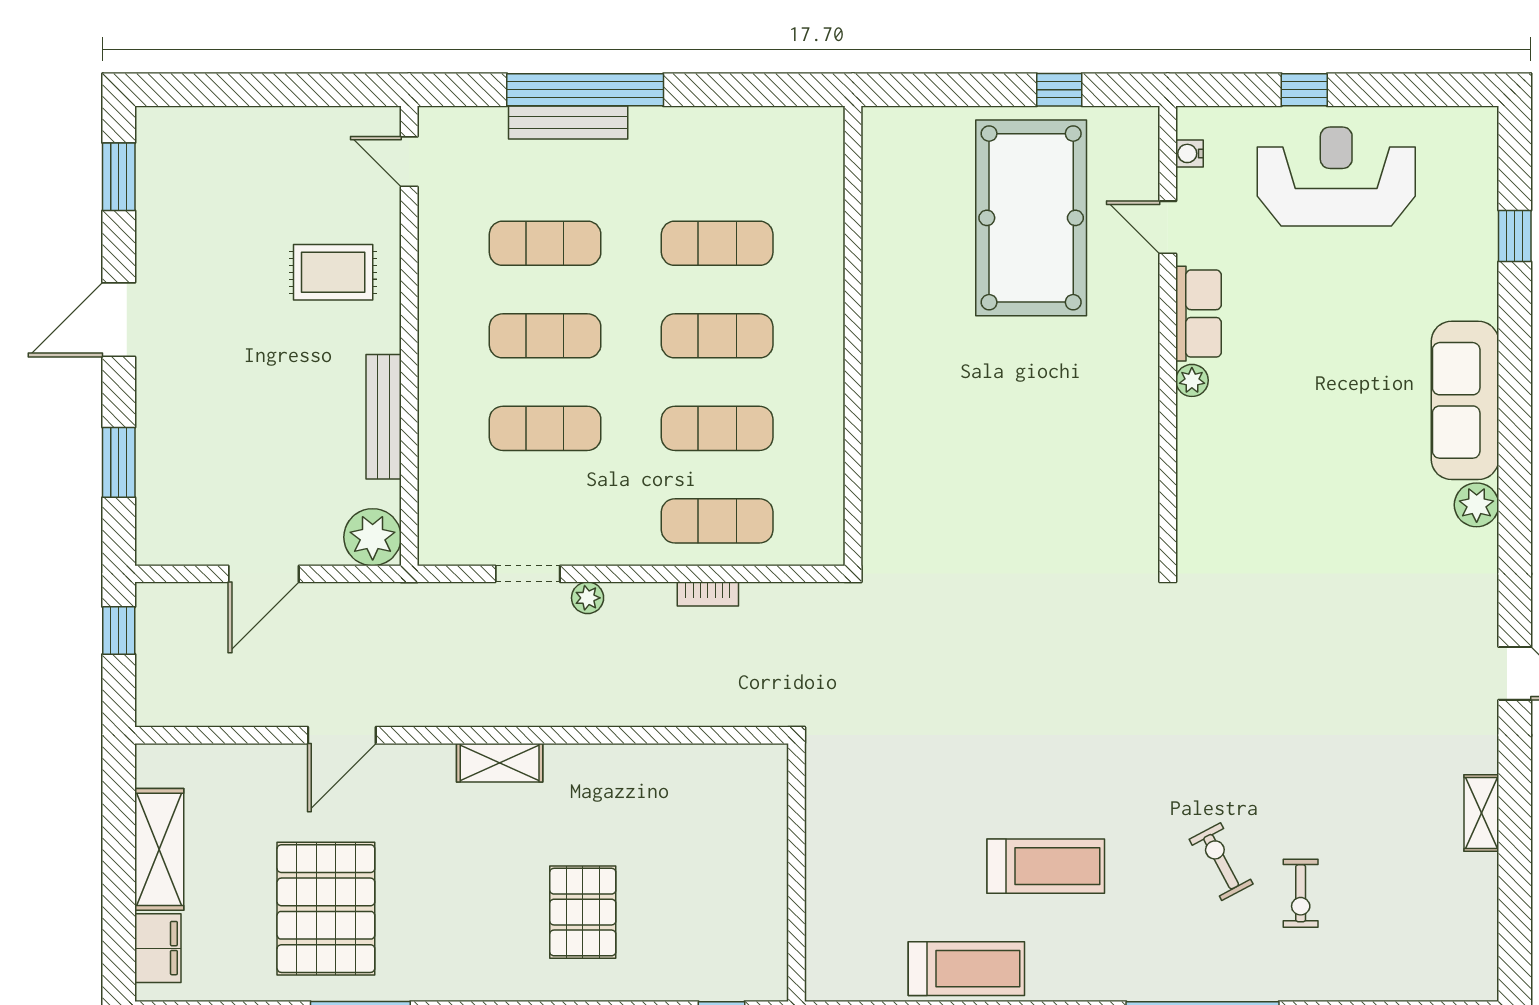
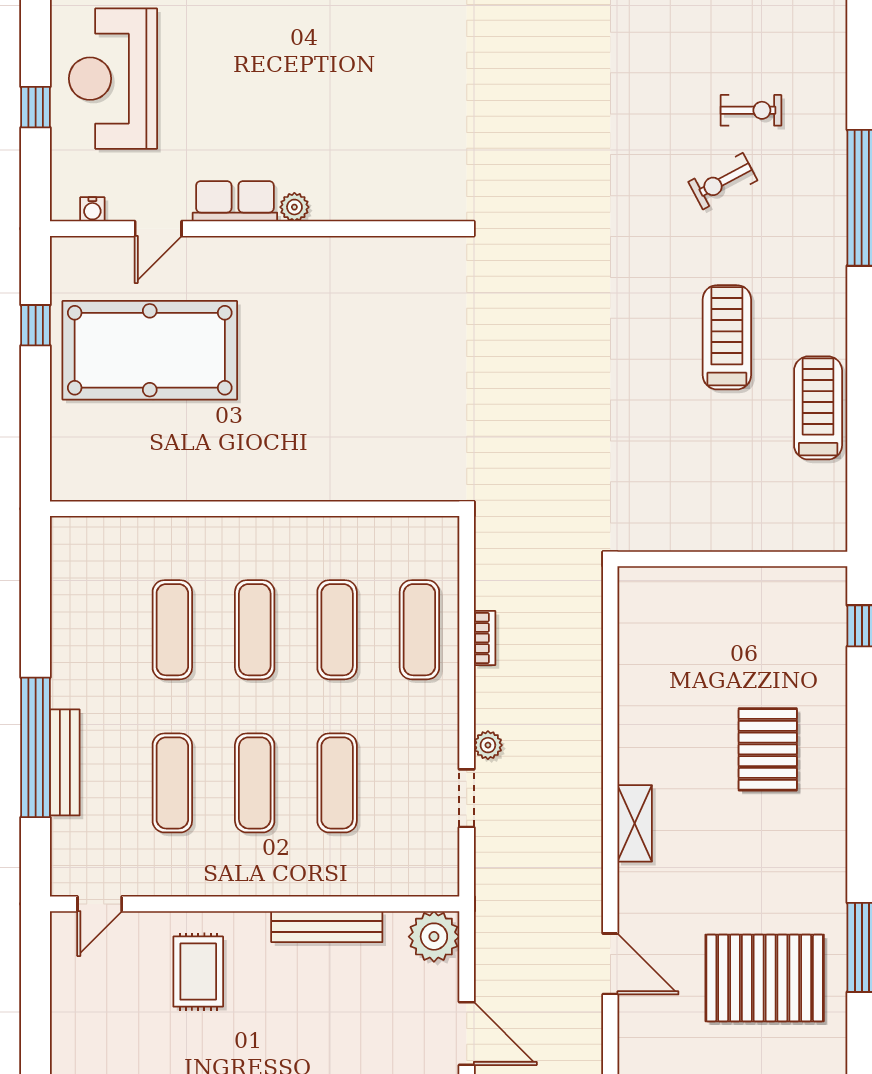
pallet: (583, 912) -> (768, 749), turned 90

